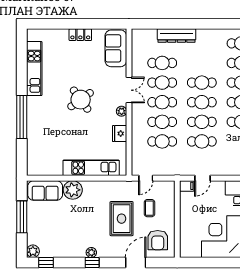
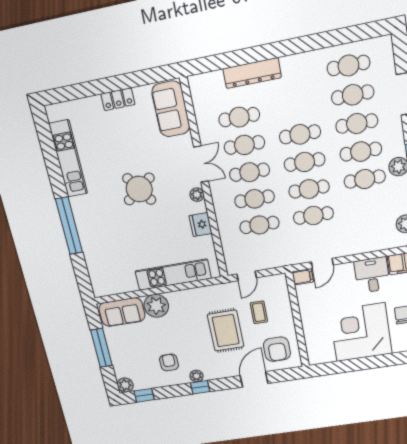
armchair: (72, 238) -> (169, 362), added

